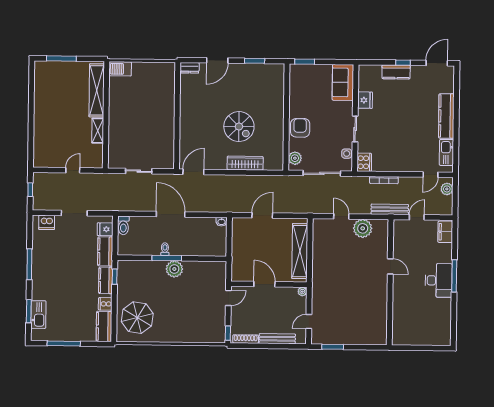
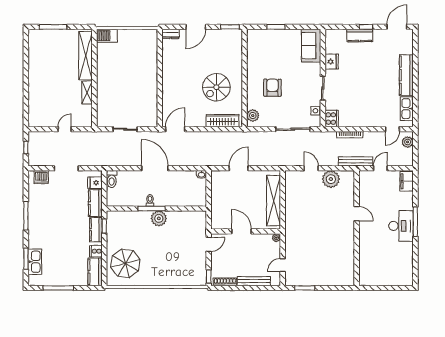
wall: (286, 117) -> (245, 78), moved
spiral stairs: (239, 127) -> (216, 87), turned 90
plant: (295, 158) -> (253, 116), moved

